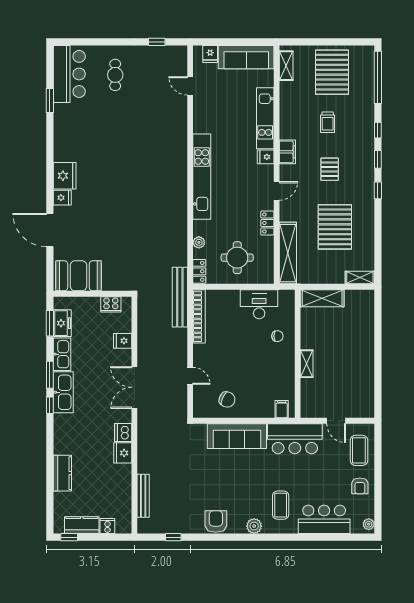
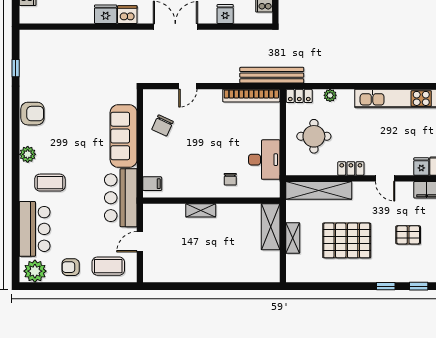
shelving: (360, 277) -> (293, 238), moved
bench: (143, 496) -> (60, 36), removed
plant: (369, 524) -> (35, 271), width x1.87, depth x1.87

